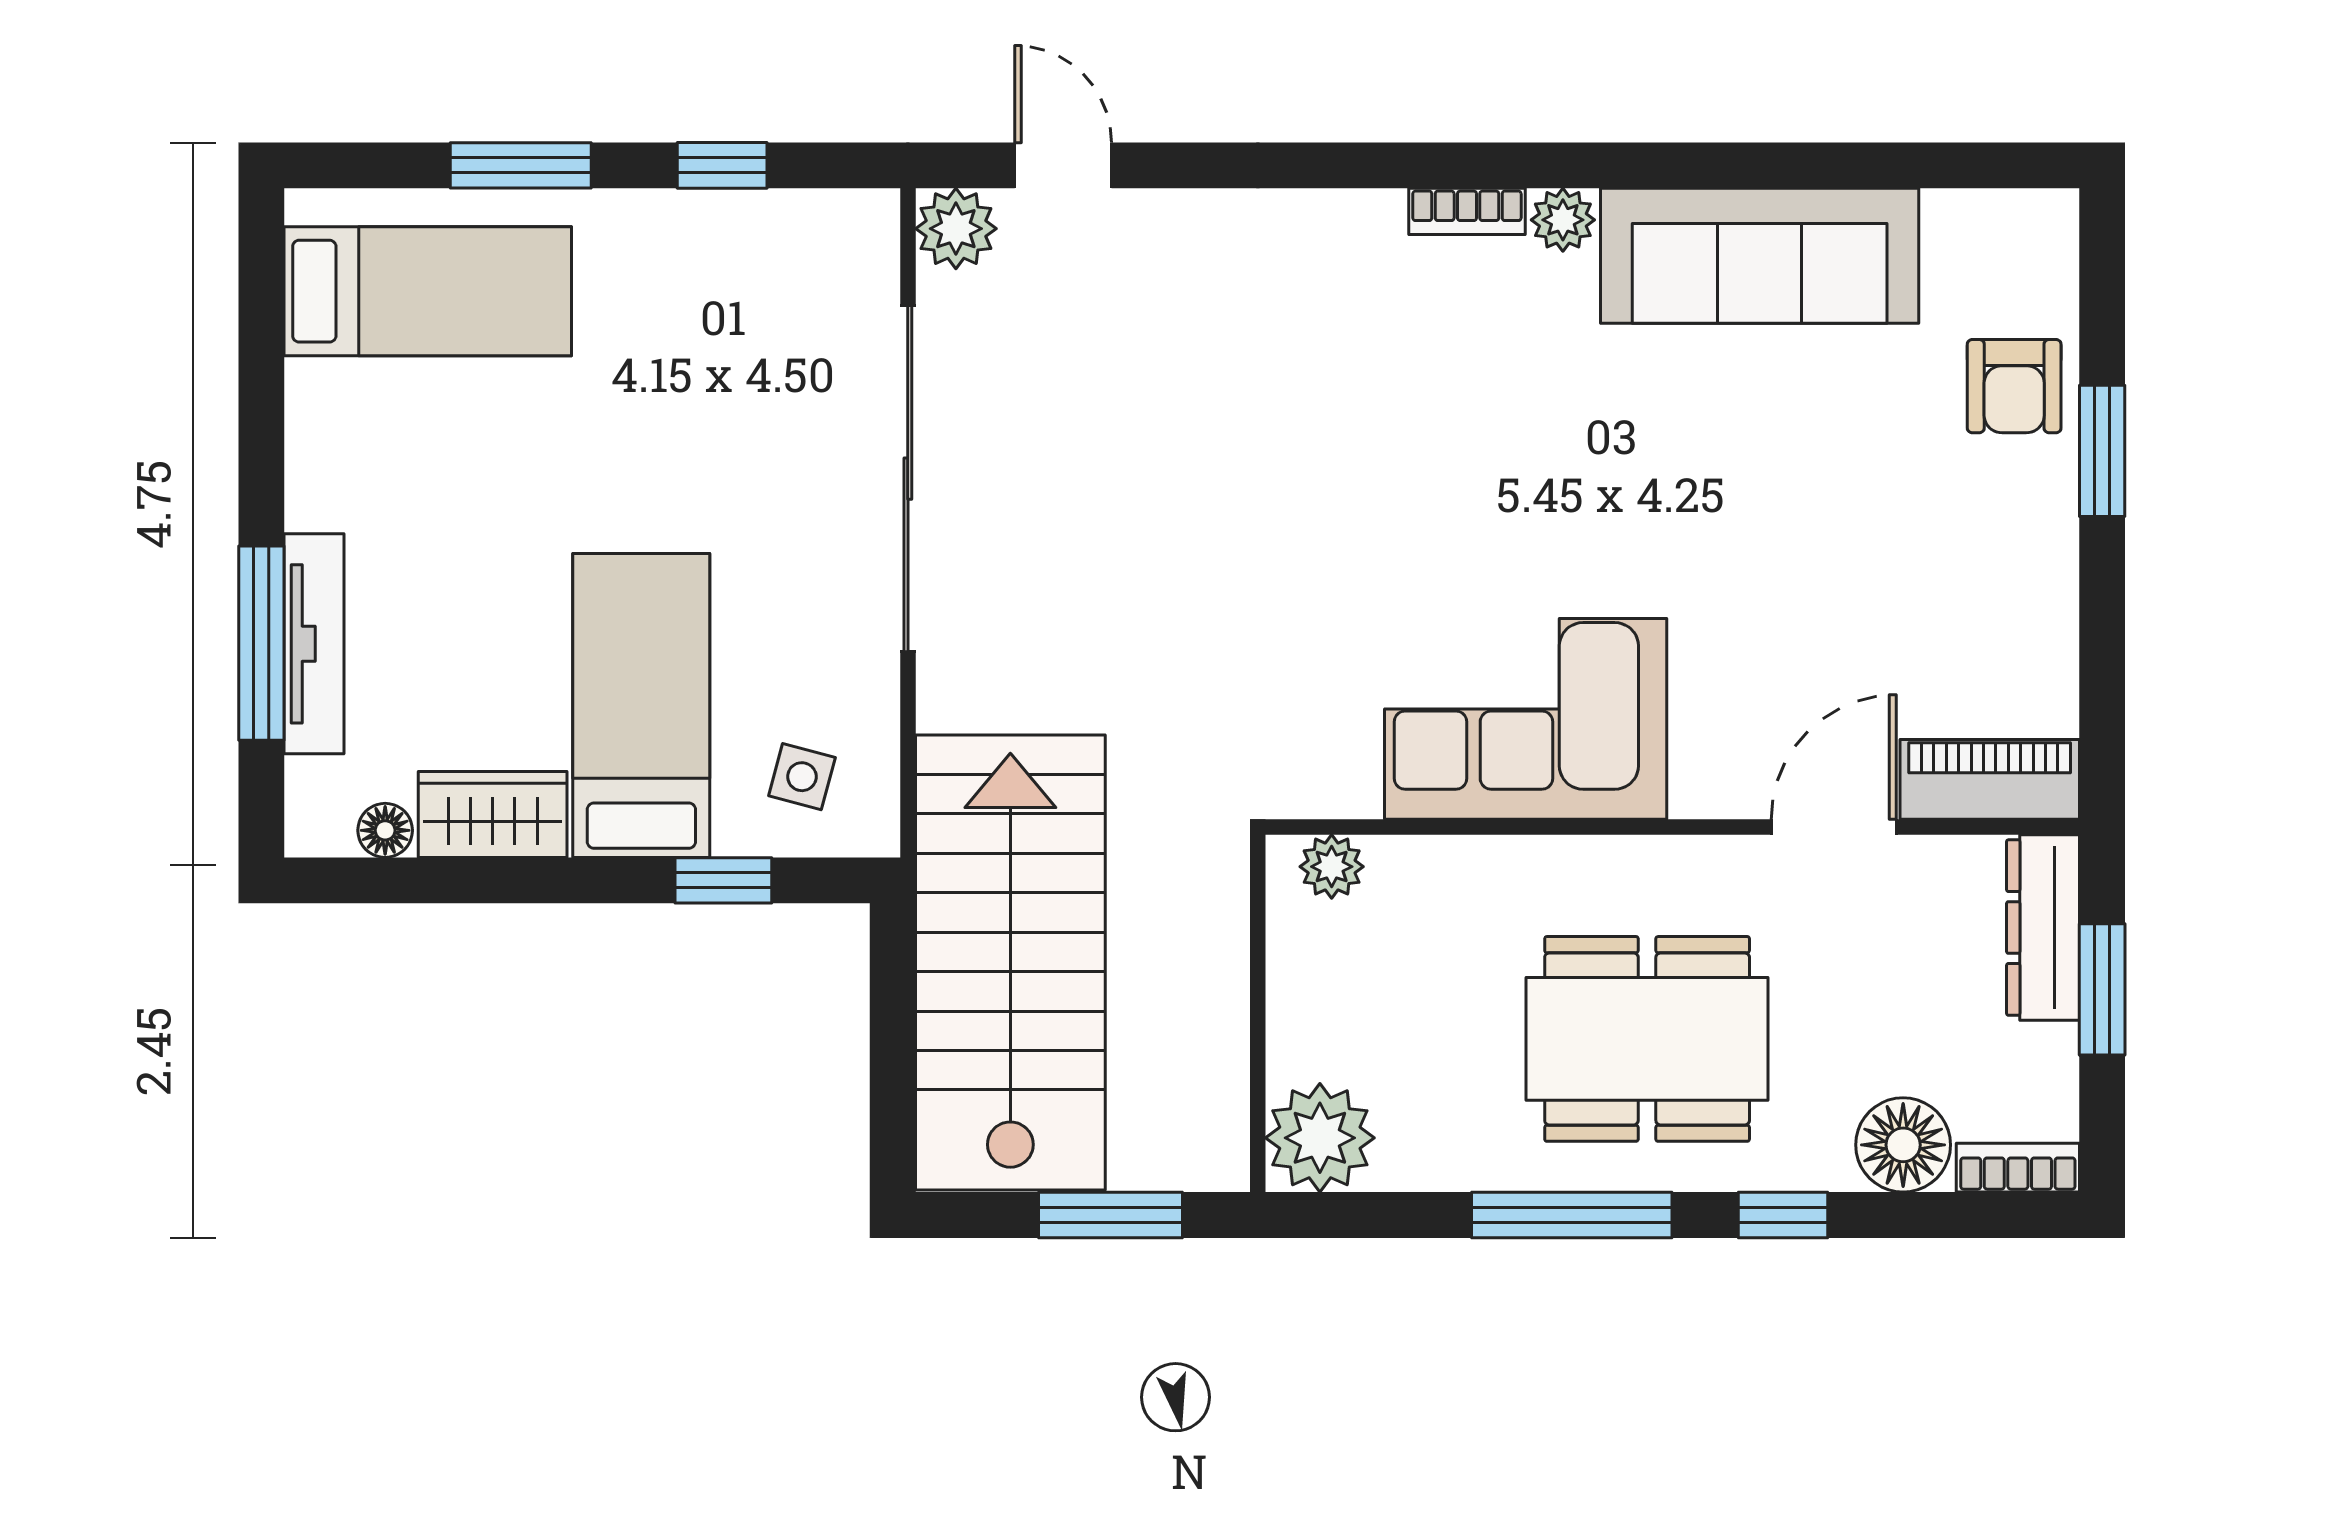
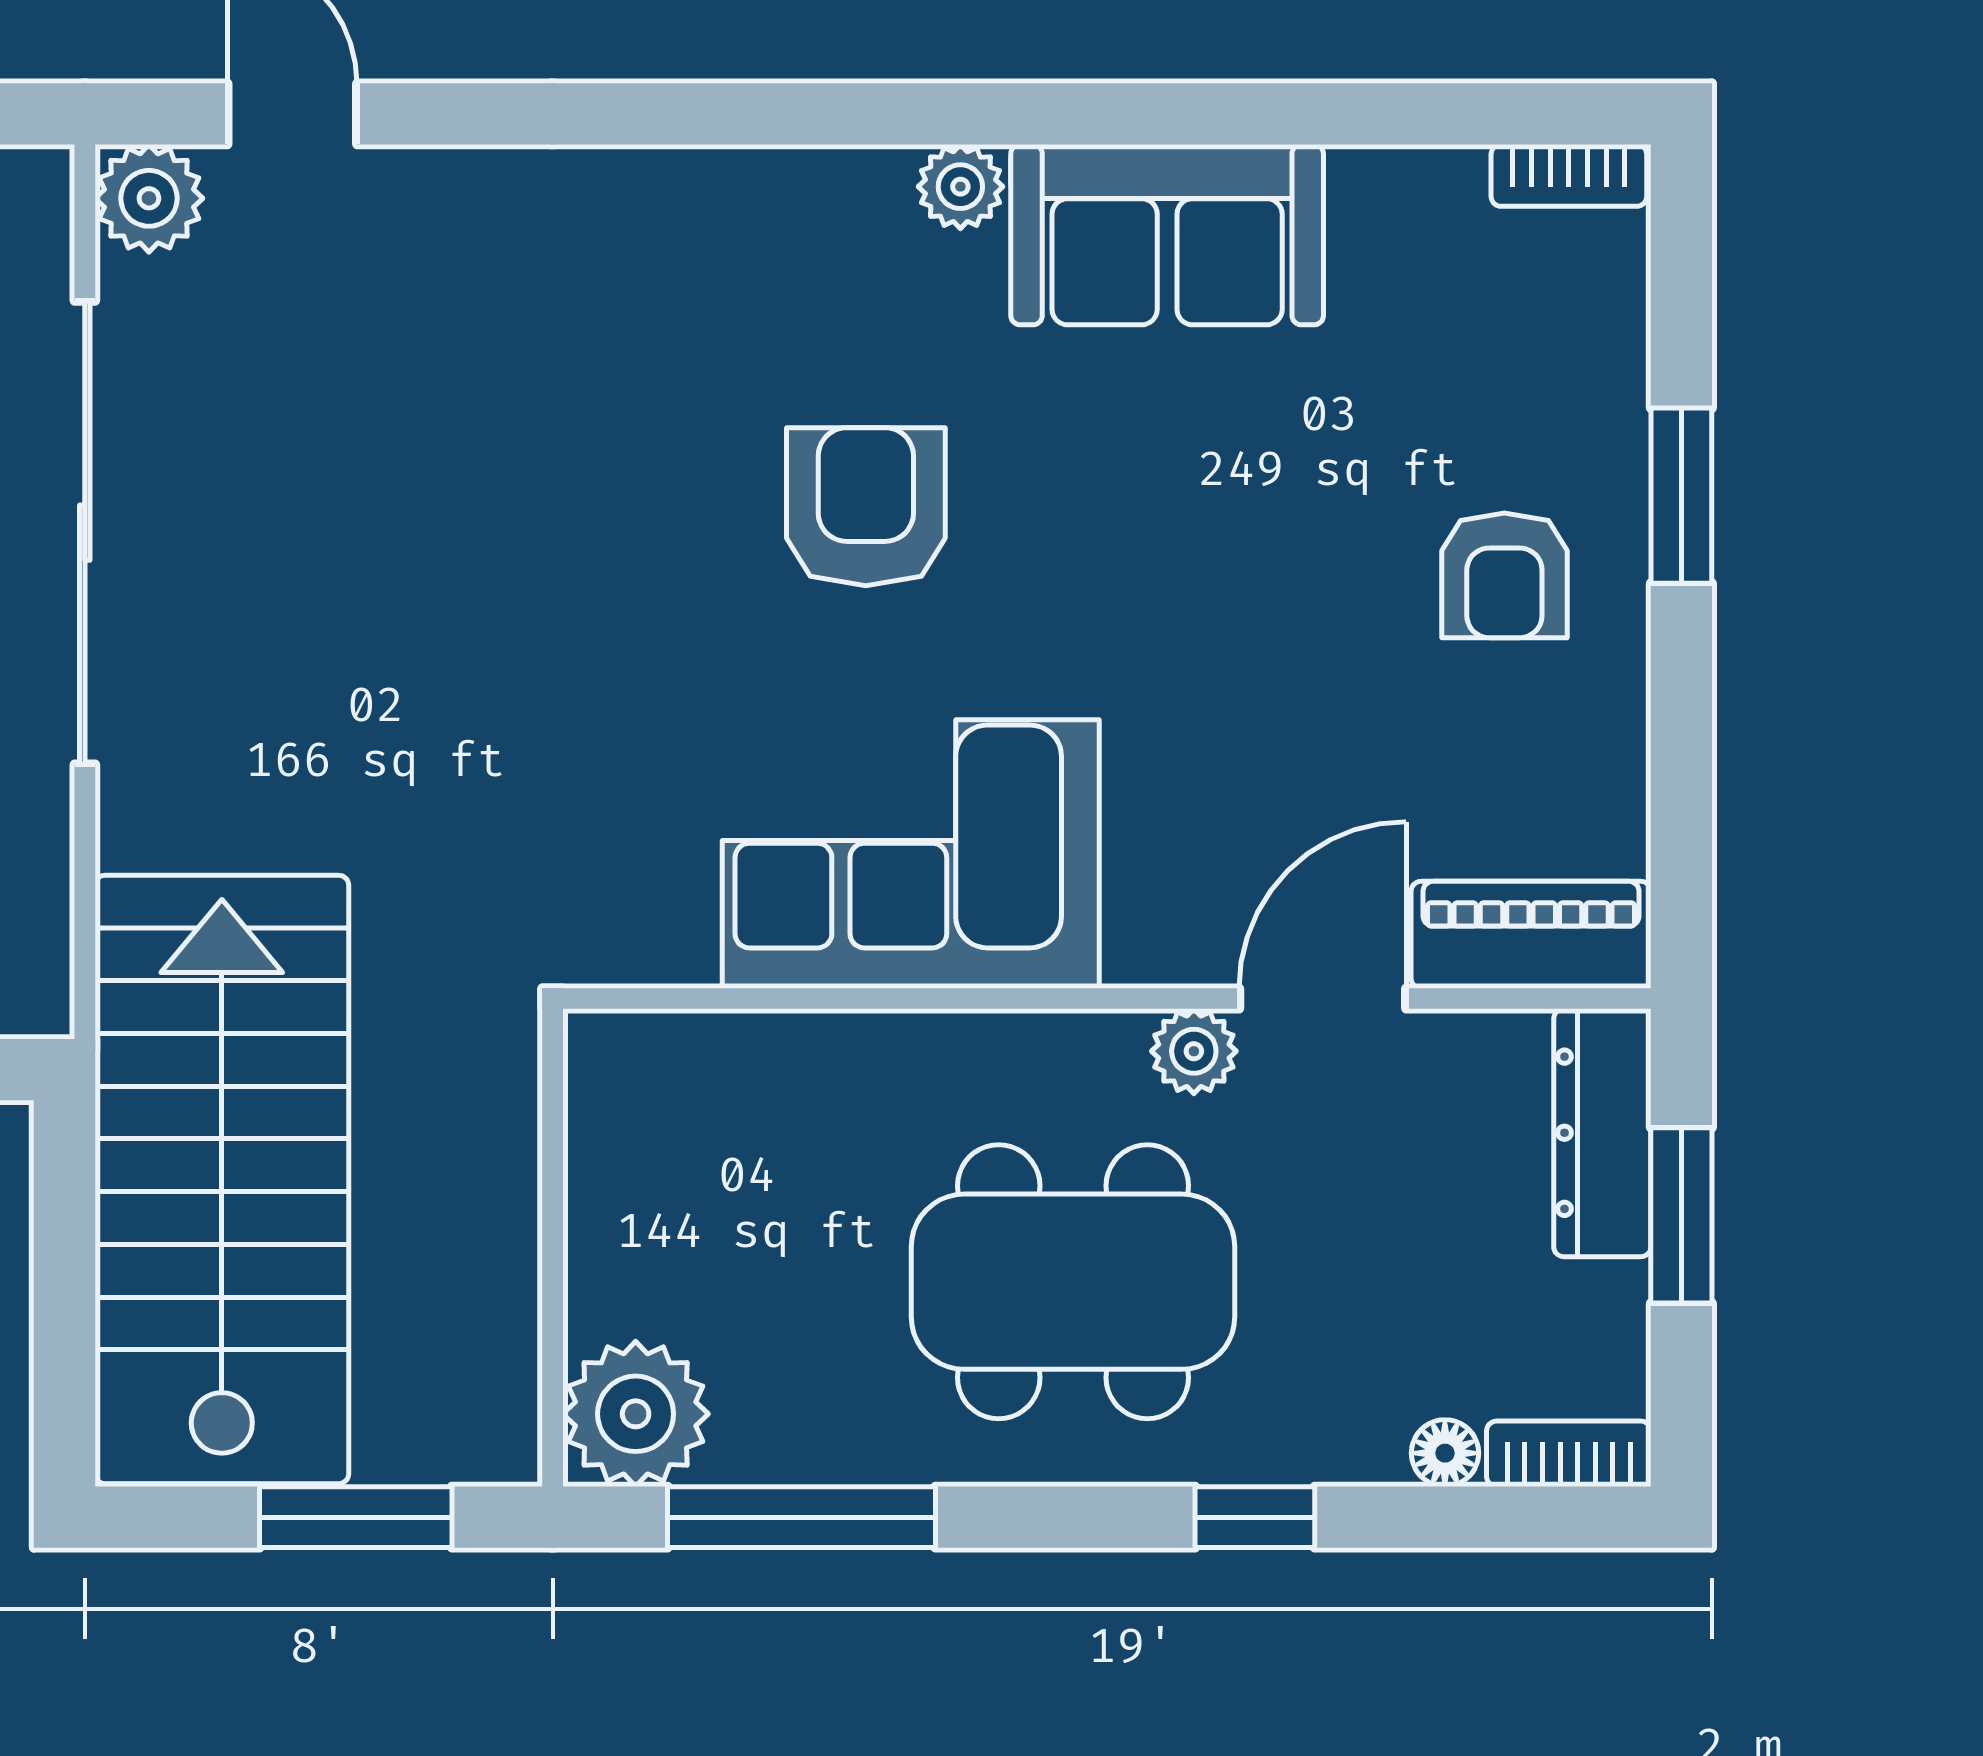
bookcase: (1467, 211) -> (1569, 175), moved
sofa: (1760, 256) -> (1167, 235), width x0.73
armchair: (2014, 386) -> (1504, 575), moved
armchair: (1492, 459) -> (866, 507), added
plant: (1332, 867) -> (1194, 1051), moved
floor lamp: (1903, 1145) -> (1445, 1453), width x0.53, depth x0.53
window: (1572, 1215) -> (802, 1517), moved

